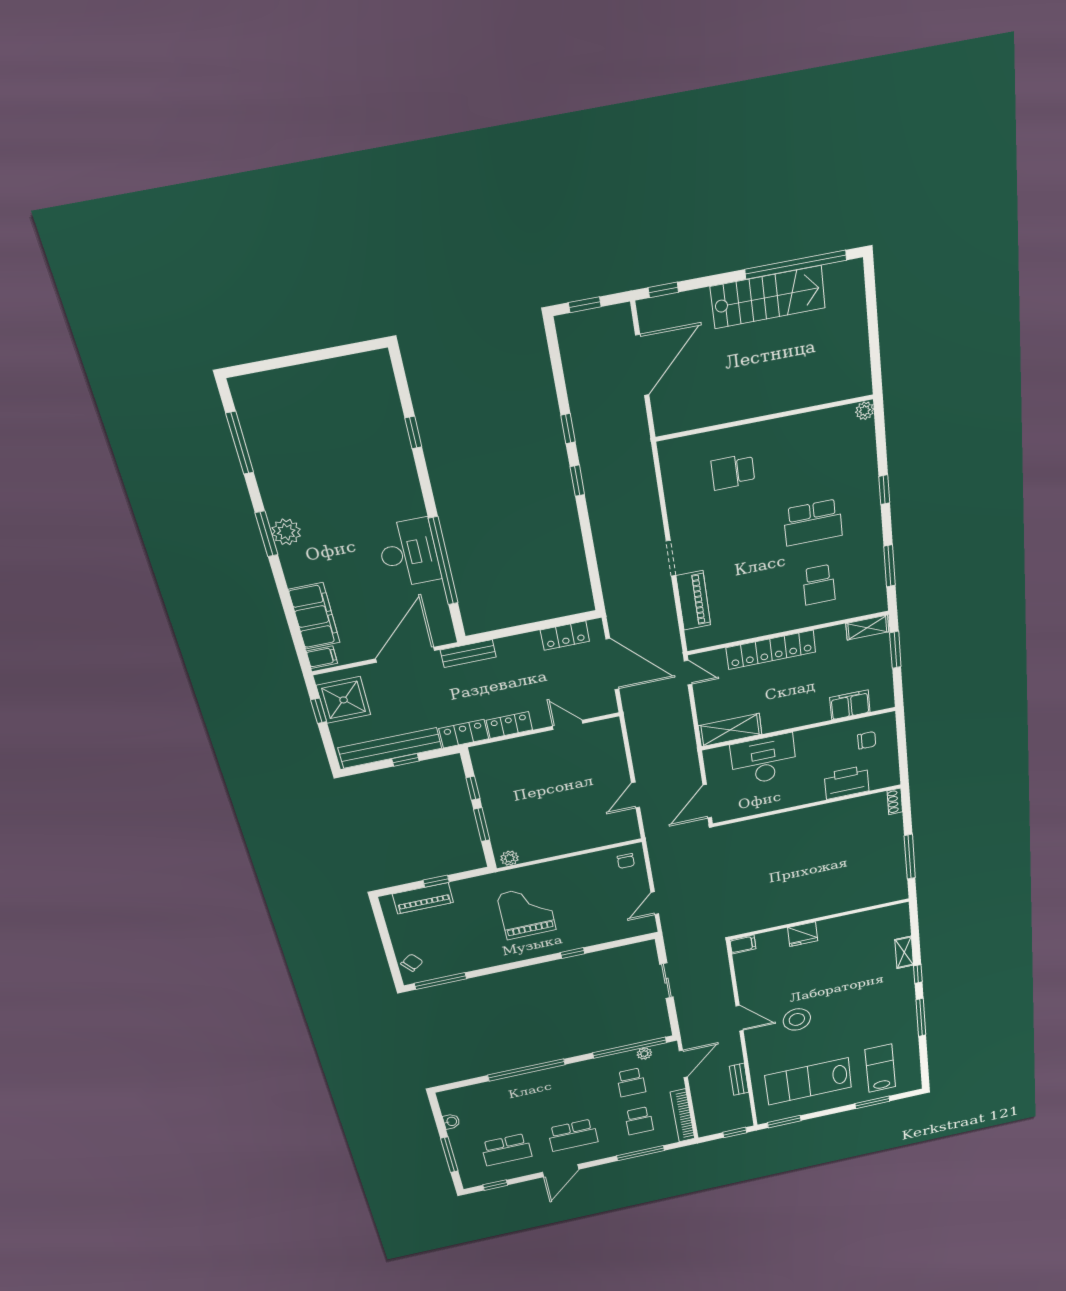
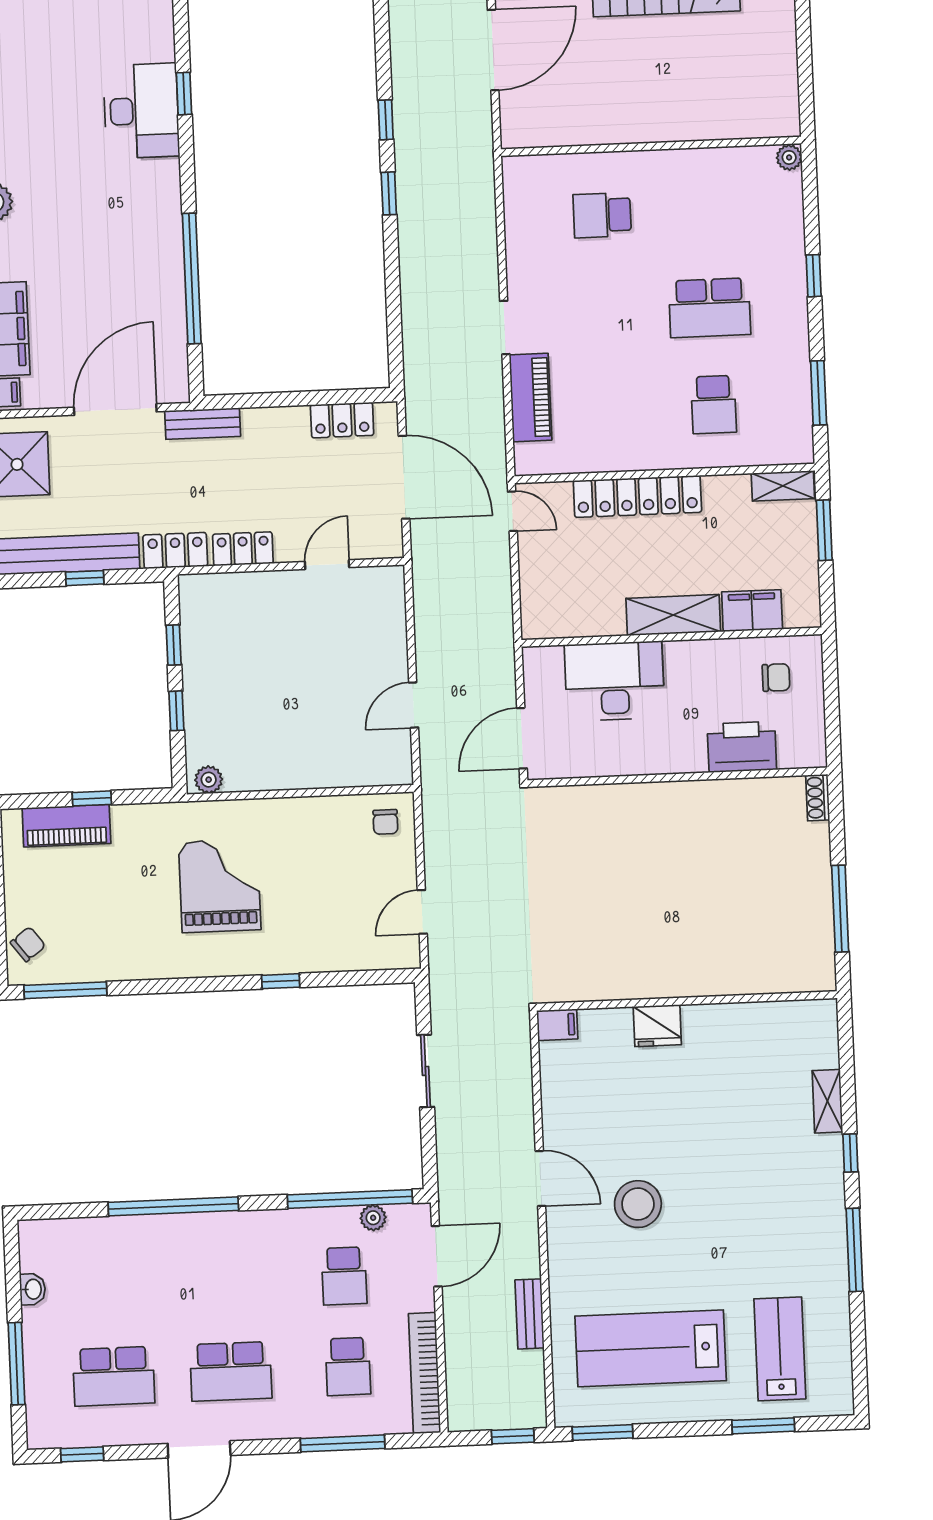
desk: (409, 553) -> (141, 111), moved
door: (568, 725) -> (327, 565), hinge flipped
shelving: (730, 730) -> (673, 615), moved
window: (482, 825) -> (176, 711), width x0.67

